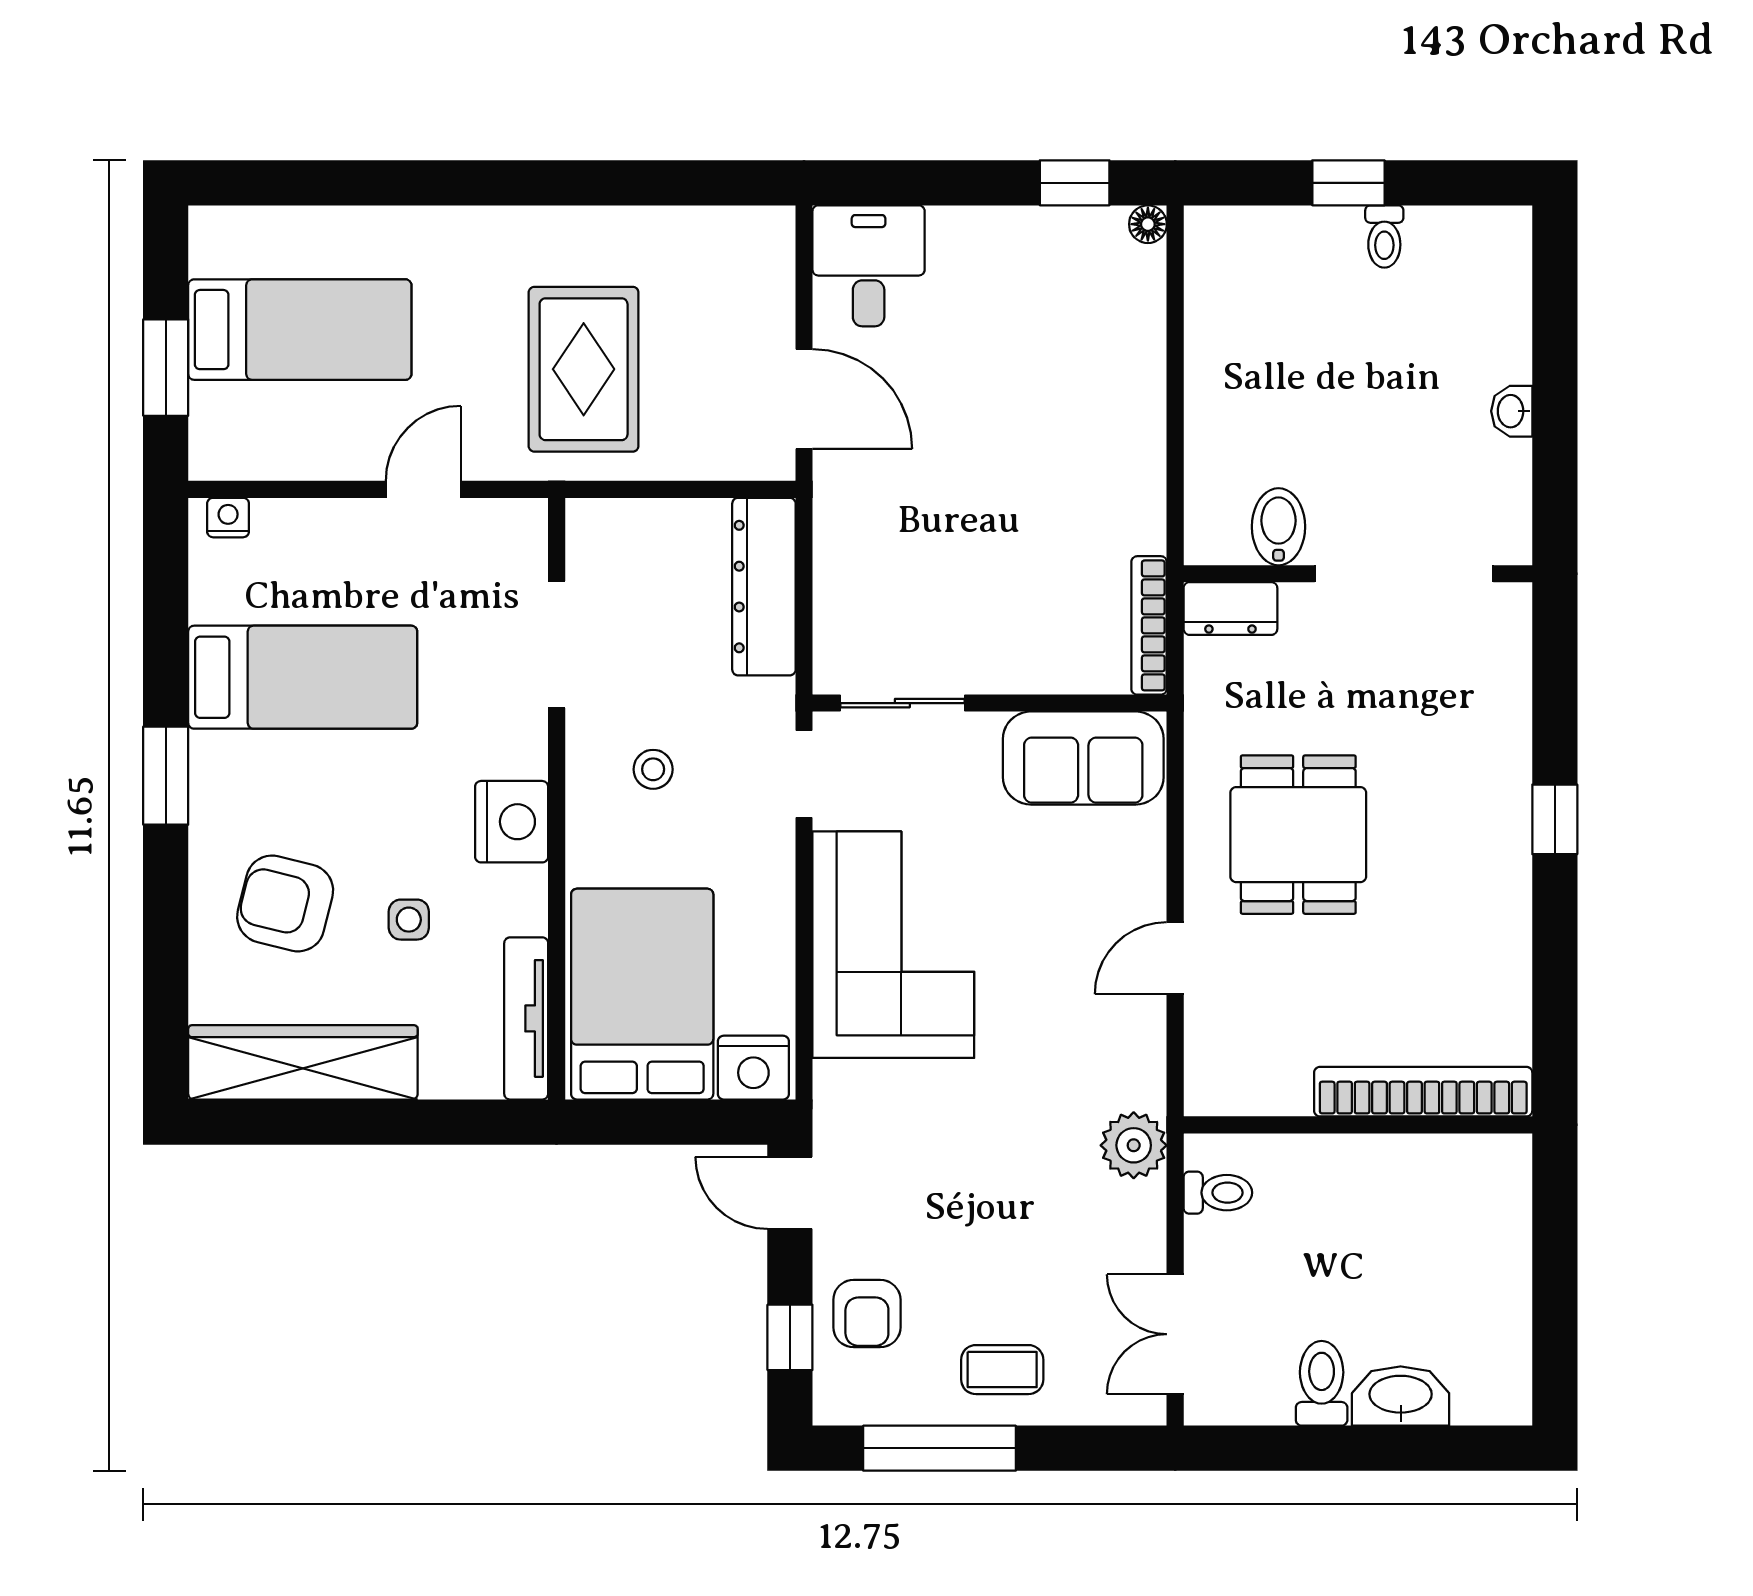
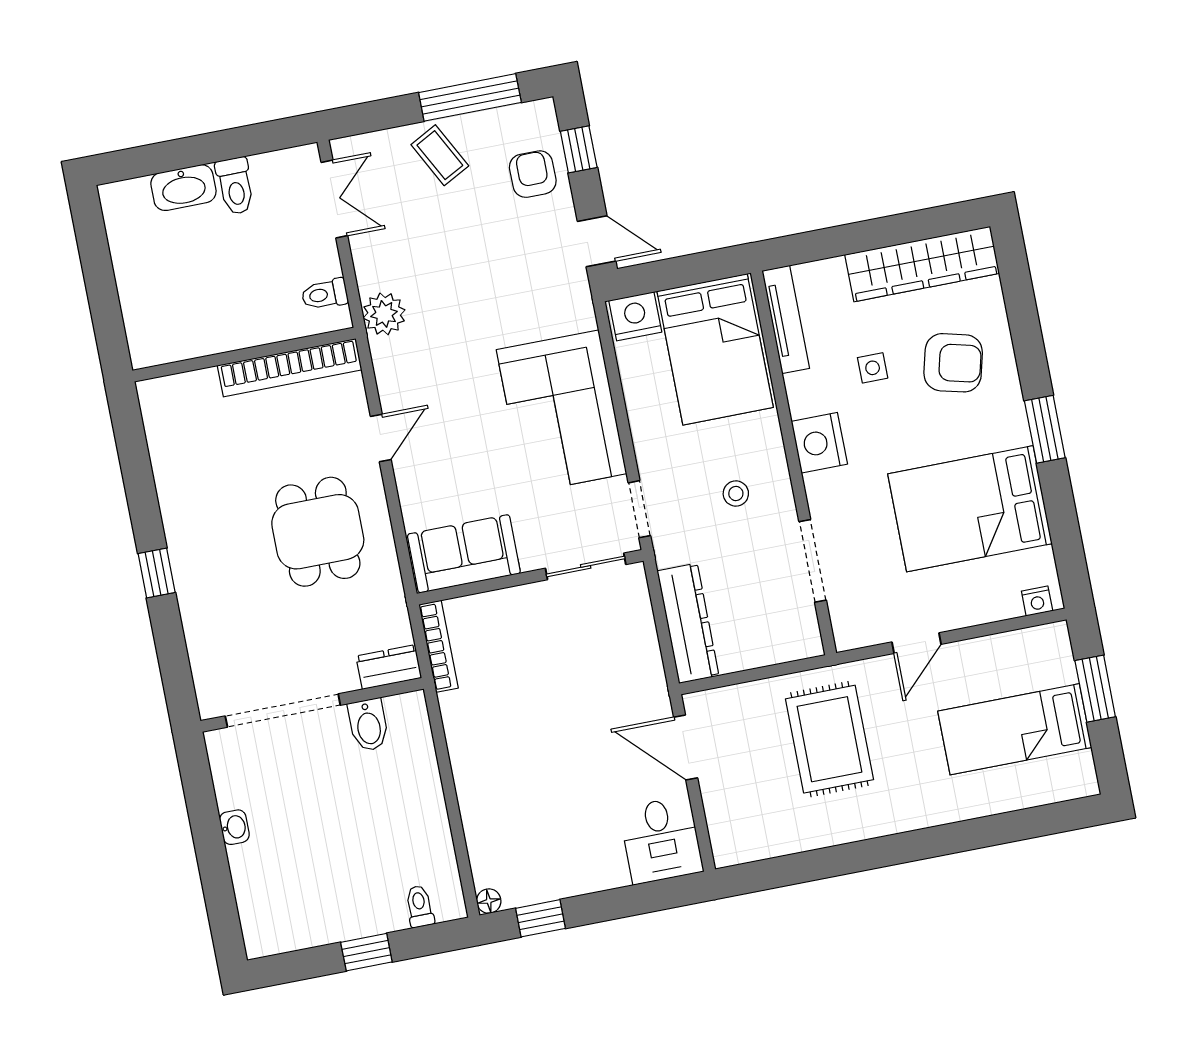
toilet: (1384, 237) -> (420, 906), moved
bed: (303, 677) -> (970, 509), width x1.50
bookcase: (1423, 1092) -> (290, 368), moved
coffee table: (1002, 1370) -> (440, 155), turned 62

